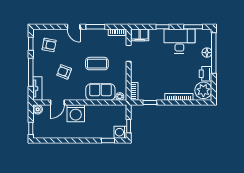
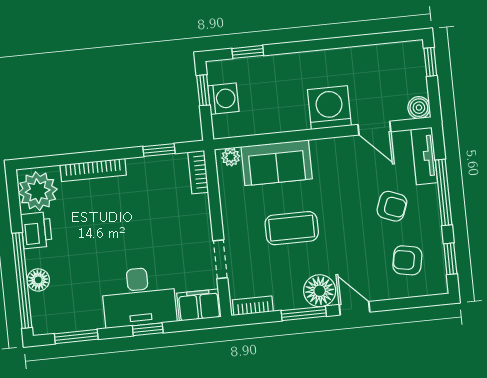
floor lamp: (88, 36) -> (320, 291), added
desk: (179, 41) -> (139, 297), moved
armchair: (64, 72) -> (392, 206), moved
door: (57, 103) -> (374, 128), swing flipped
washing machine: (120, 132) -> (223, 99), moved

